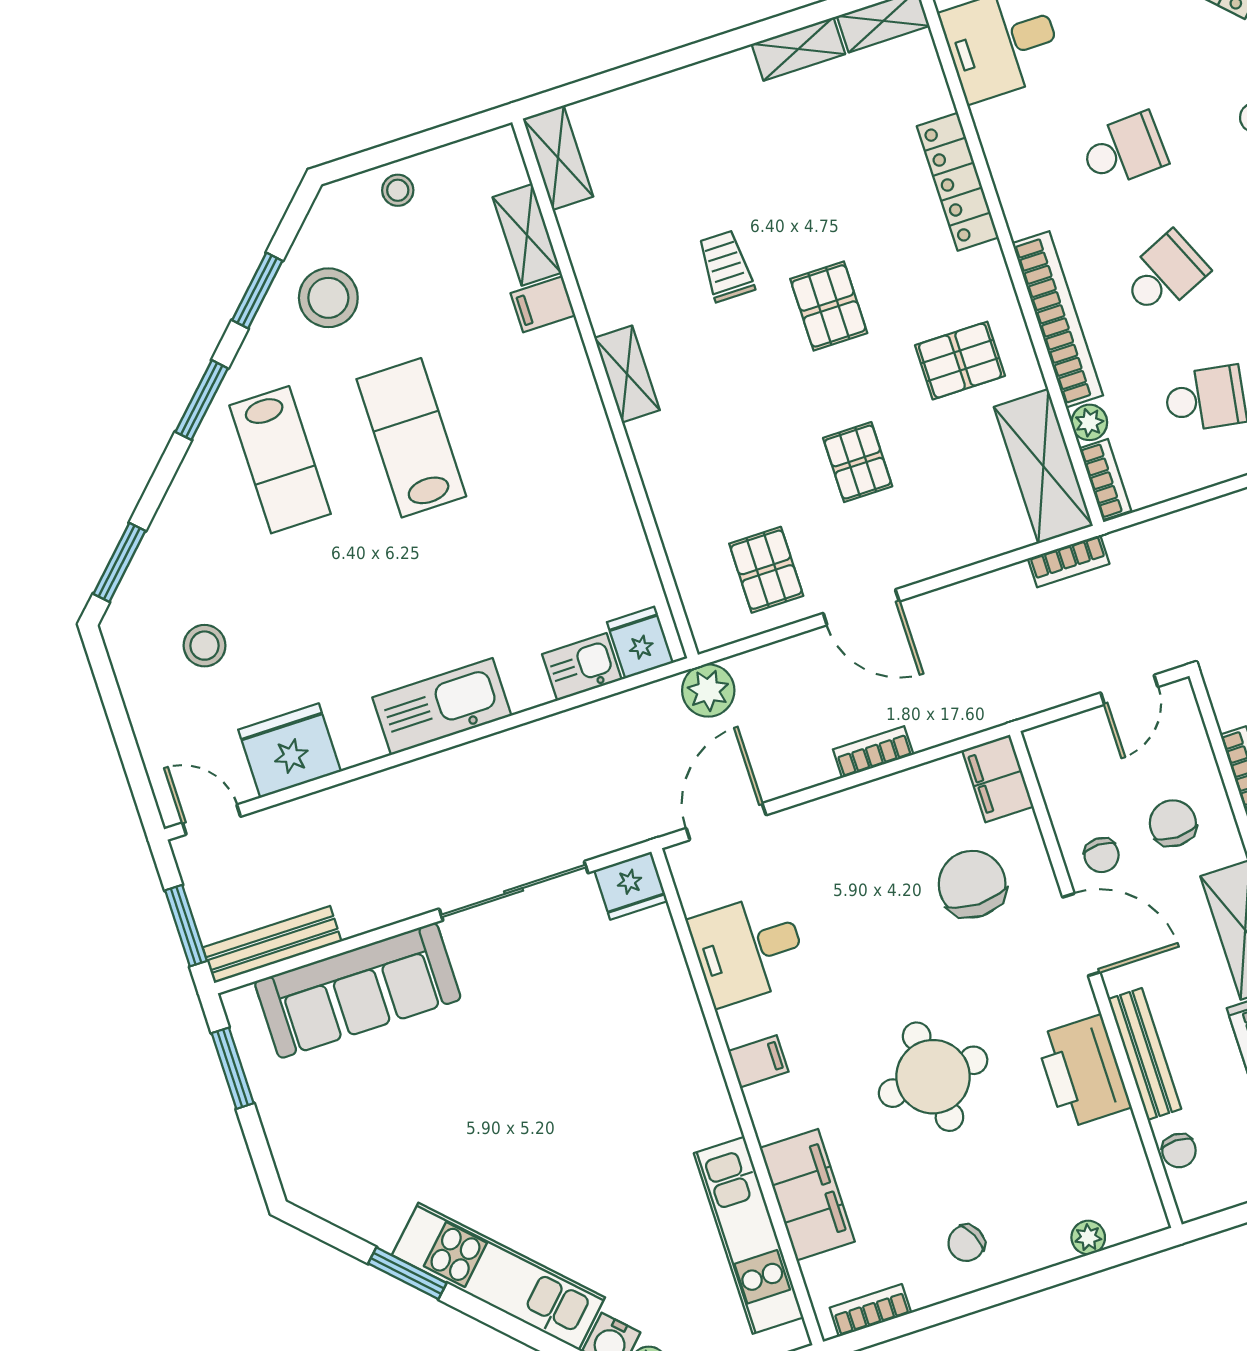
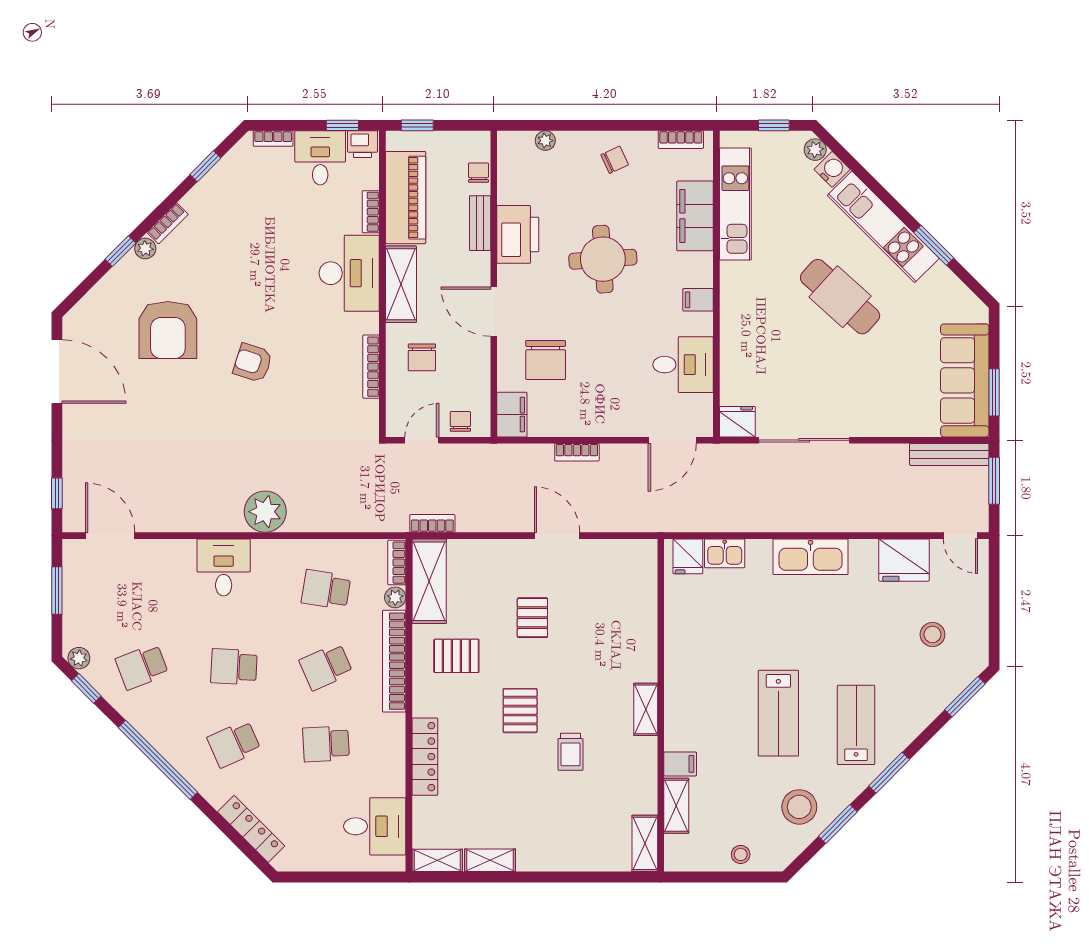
pallet: (766, 570) -> (603, 574), removed
plant: (708, 690) -> (658, 517), removed
chair: (1102, 855) -> (460, 421), moved
sofa: (358, 990) -> (965, 380), moved, turned -90
bench: (1145, 1054) -> (480, 223), width x0.73
cafe table: (531, 1141) -> (840, 297), added

